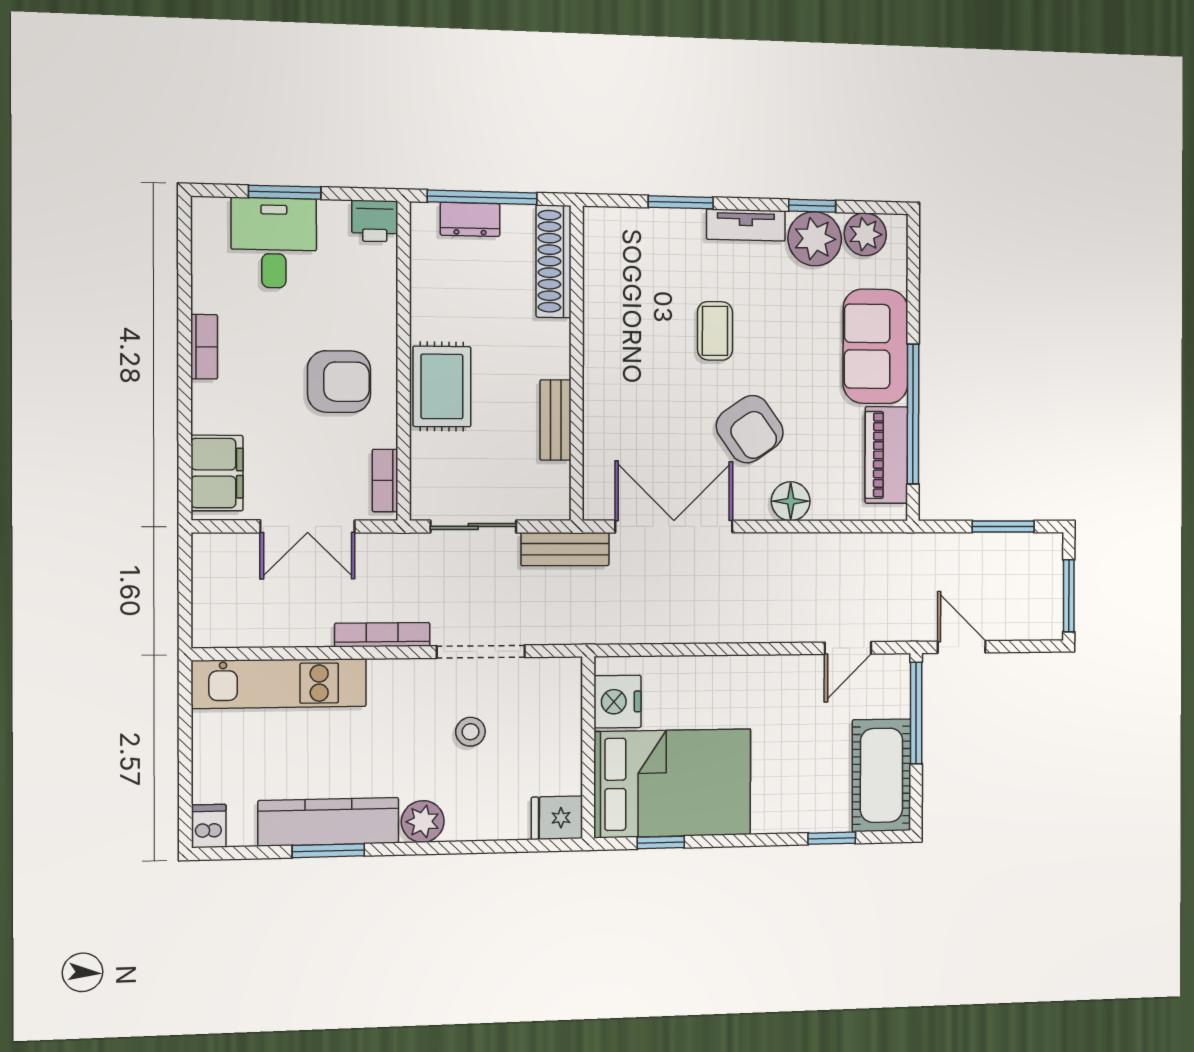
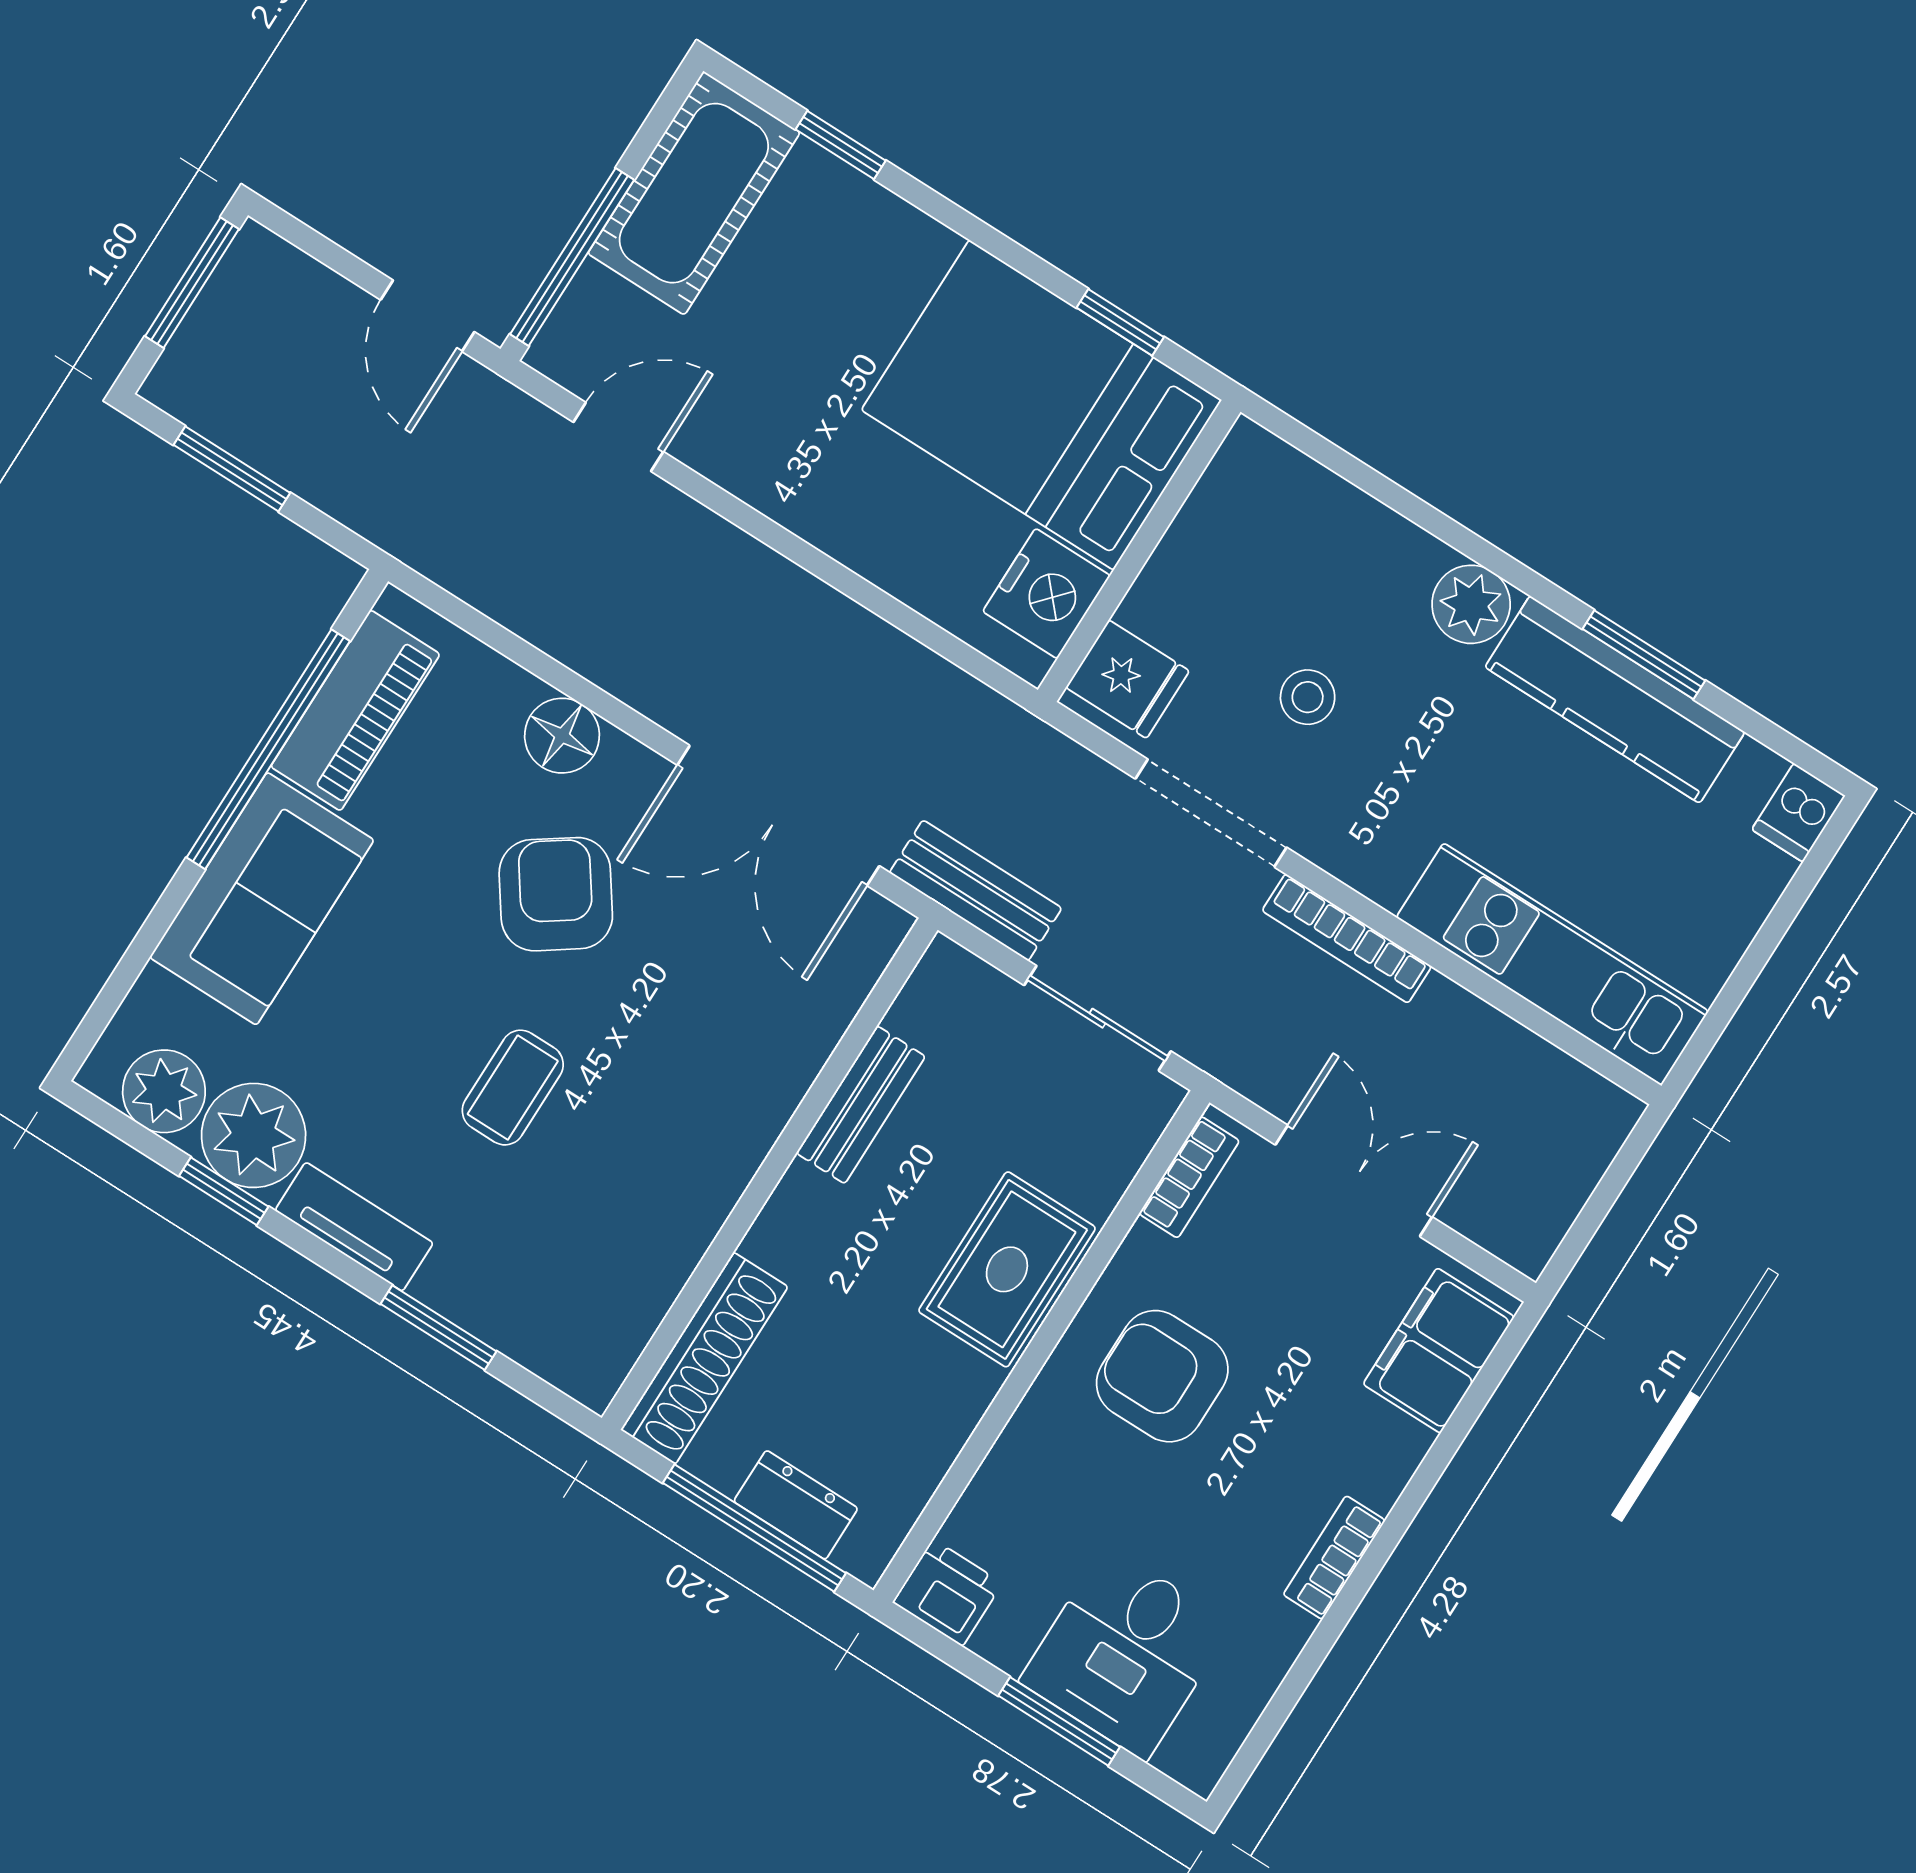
fridge: (557, 818) -> (1128, 679), moved

